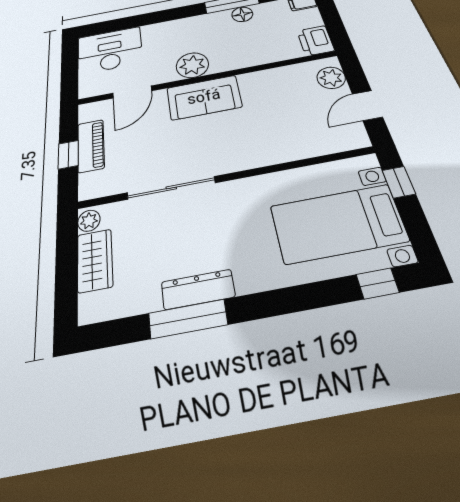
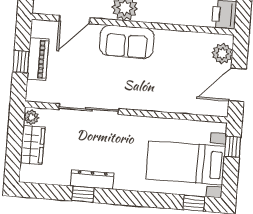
door: (367, 105) -> (237, 85), width x1.38
window: (188, 319) -> (83, 194), width x0.46

